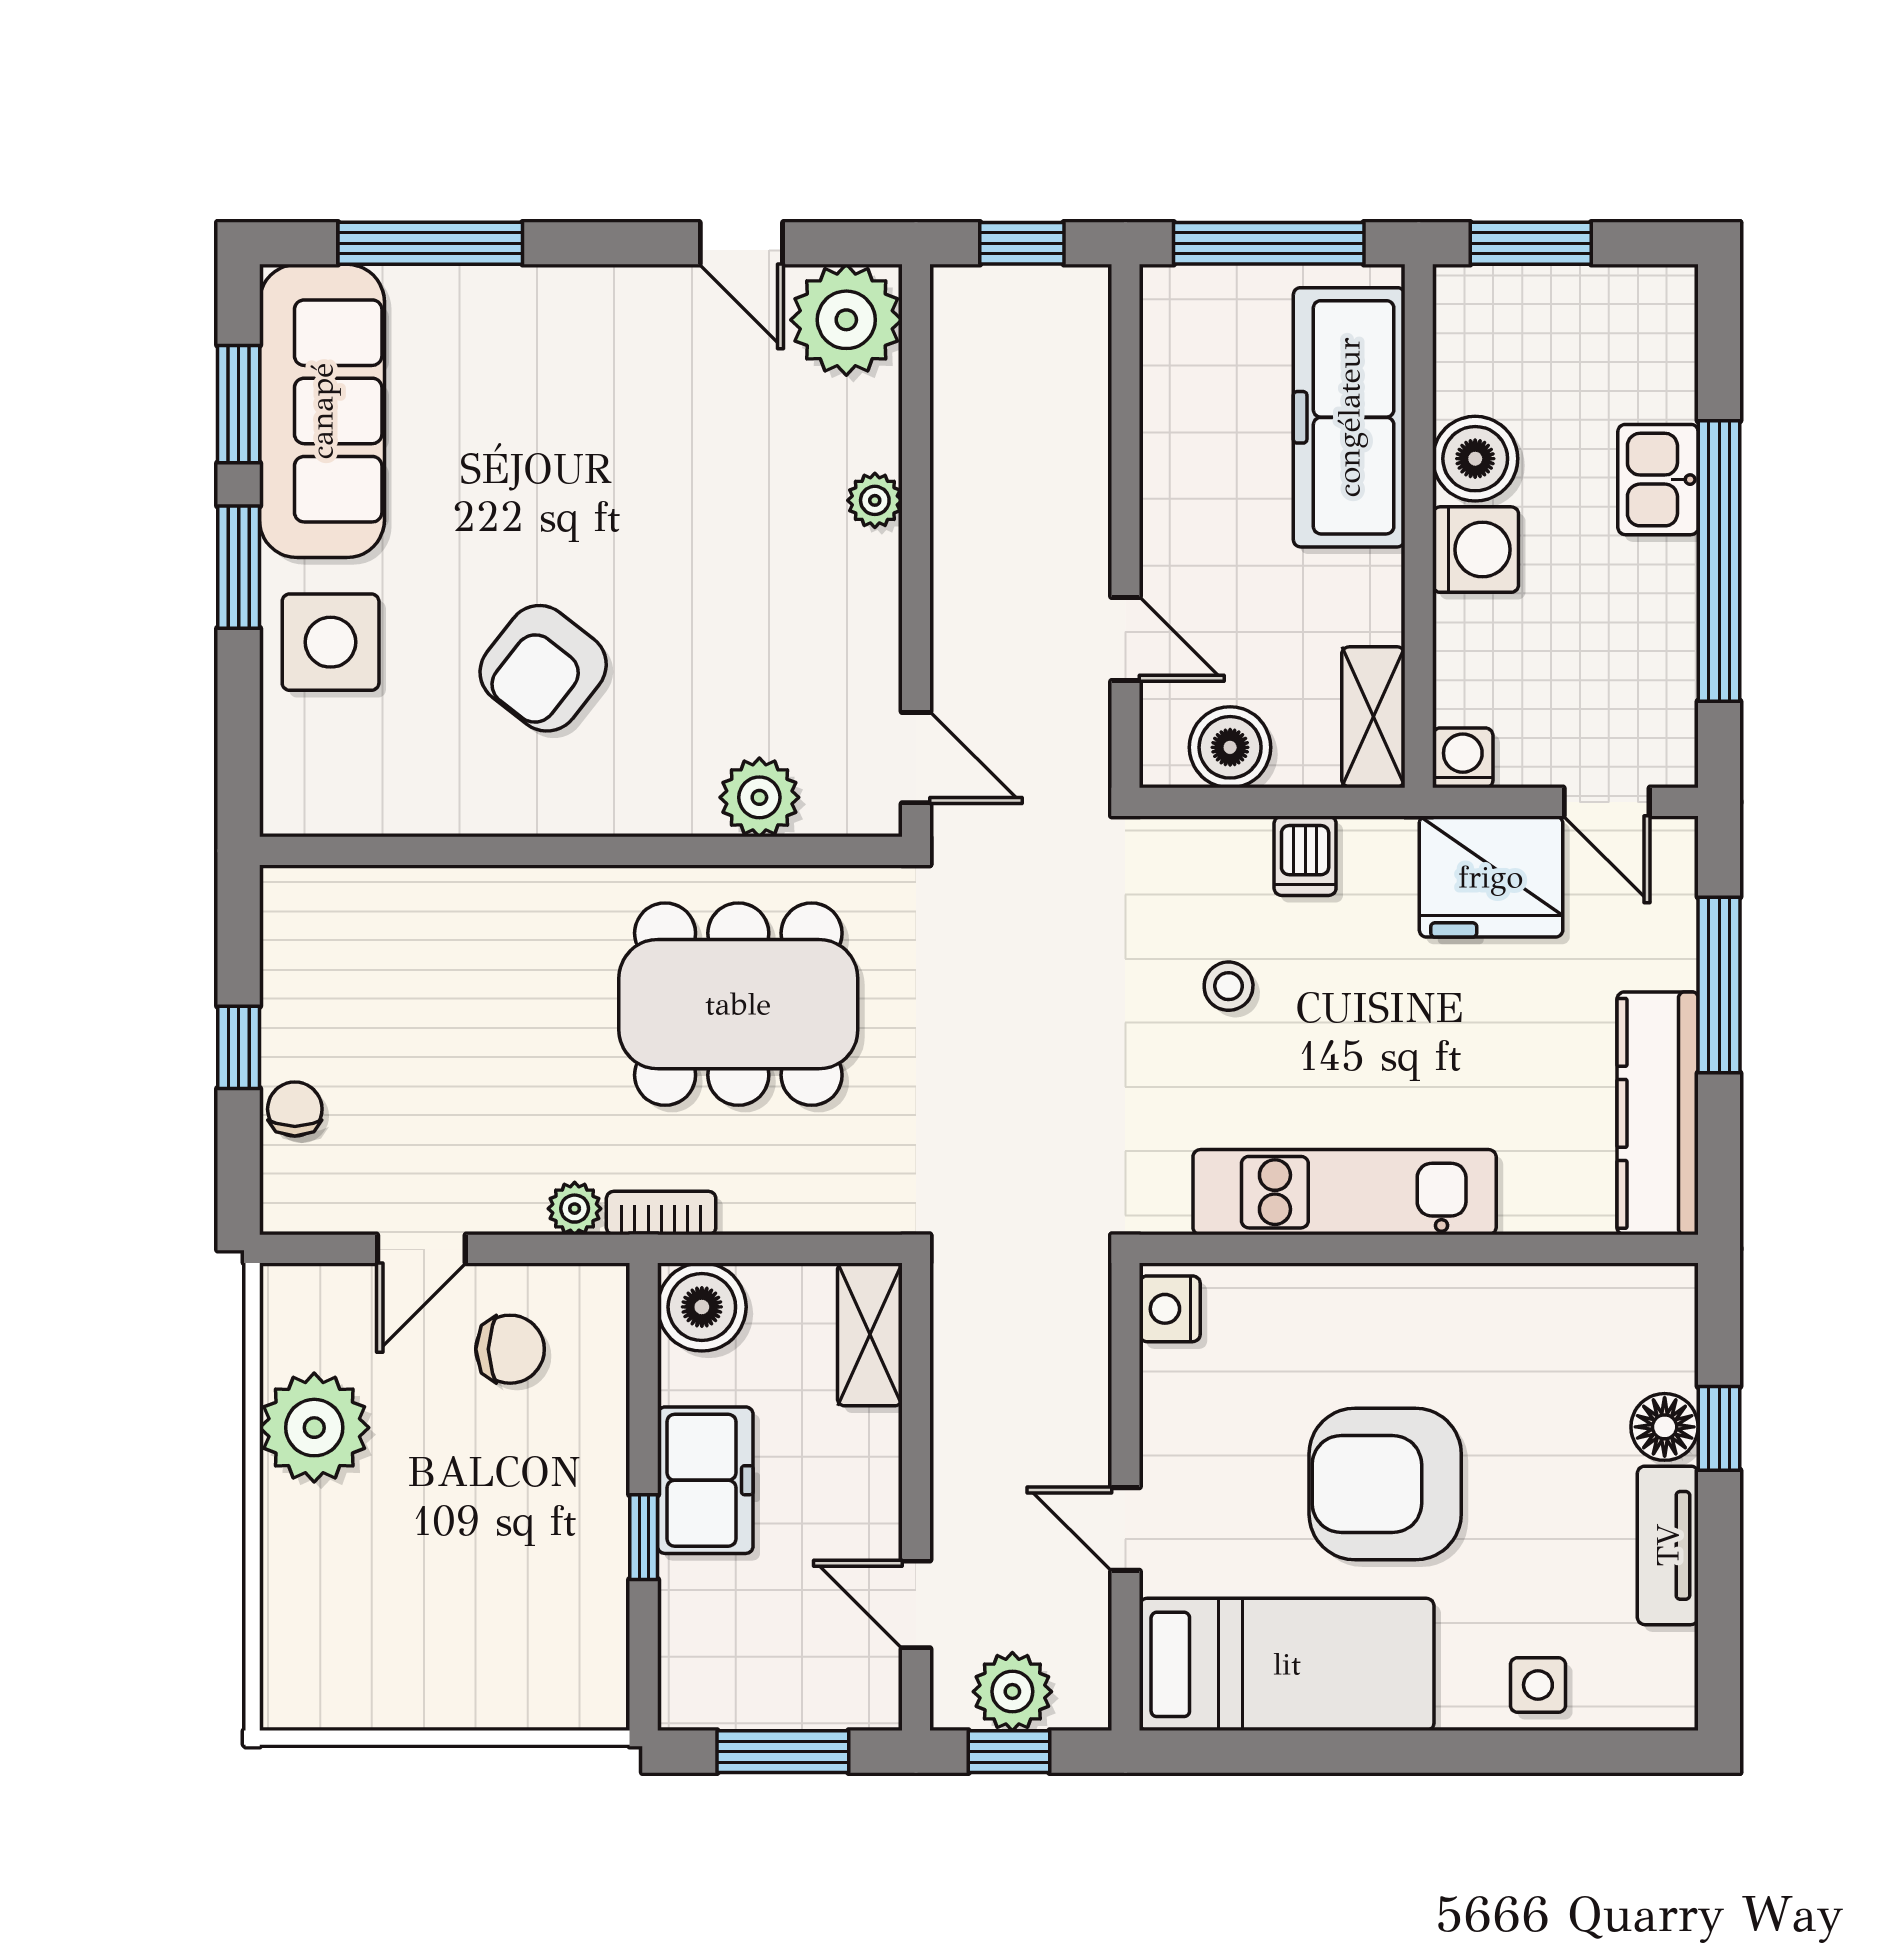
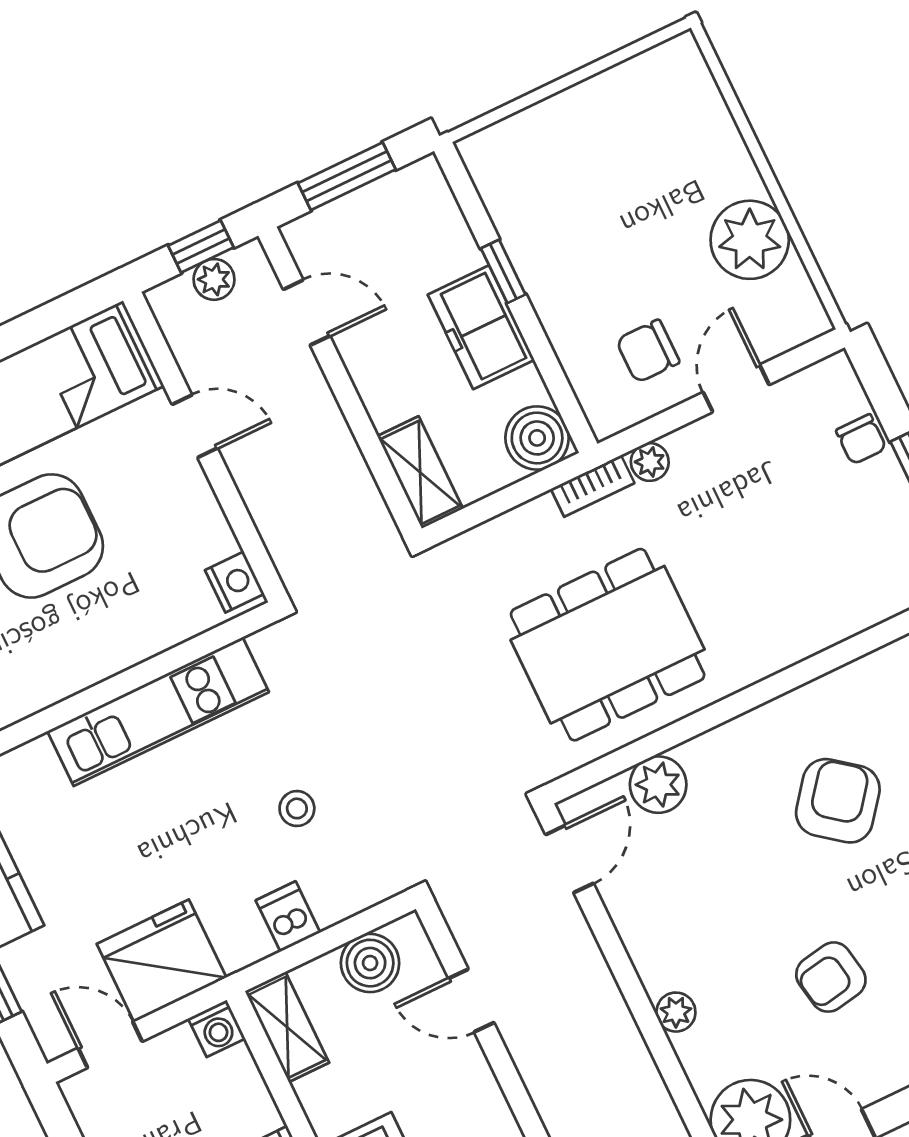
armchair: (659, 451) -> (831, 977), added
door: (916, 758) -> (569, 859), swing flipped
plant: (1012, 1692) -> (214, 279), width x0.73, depth x0.73

